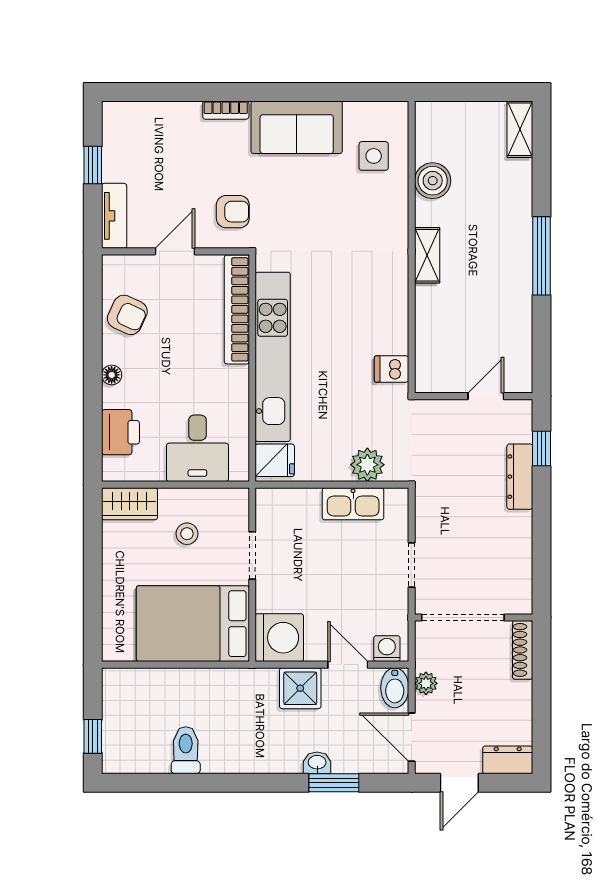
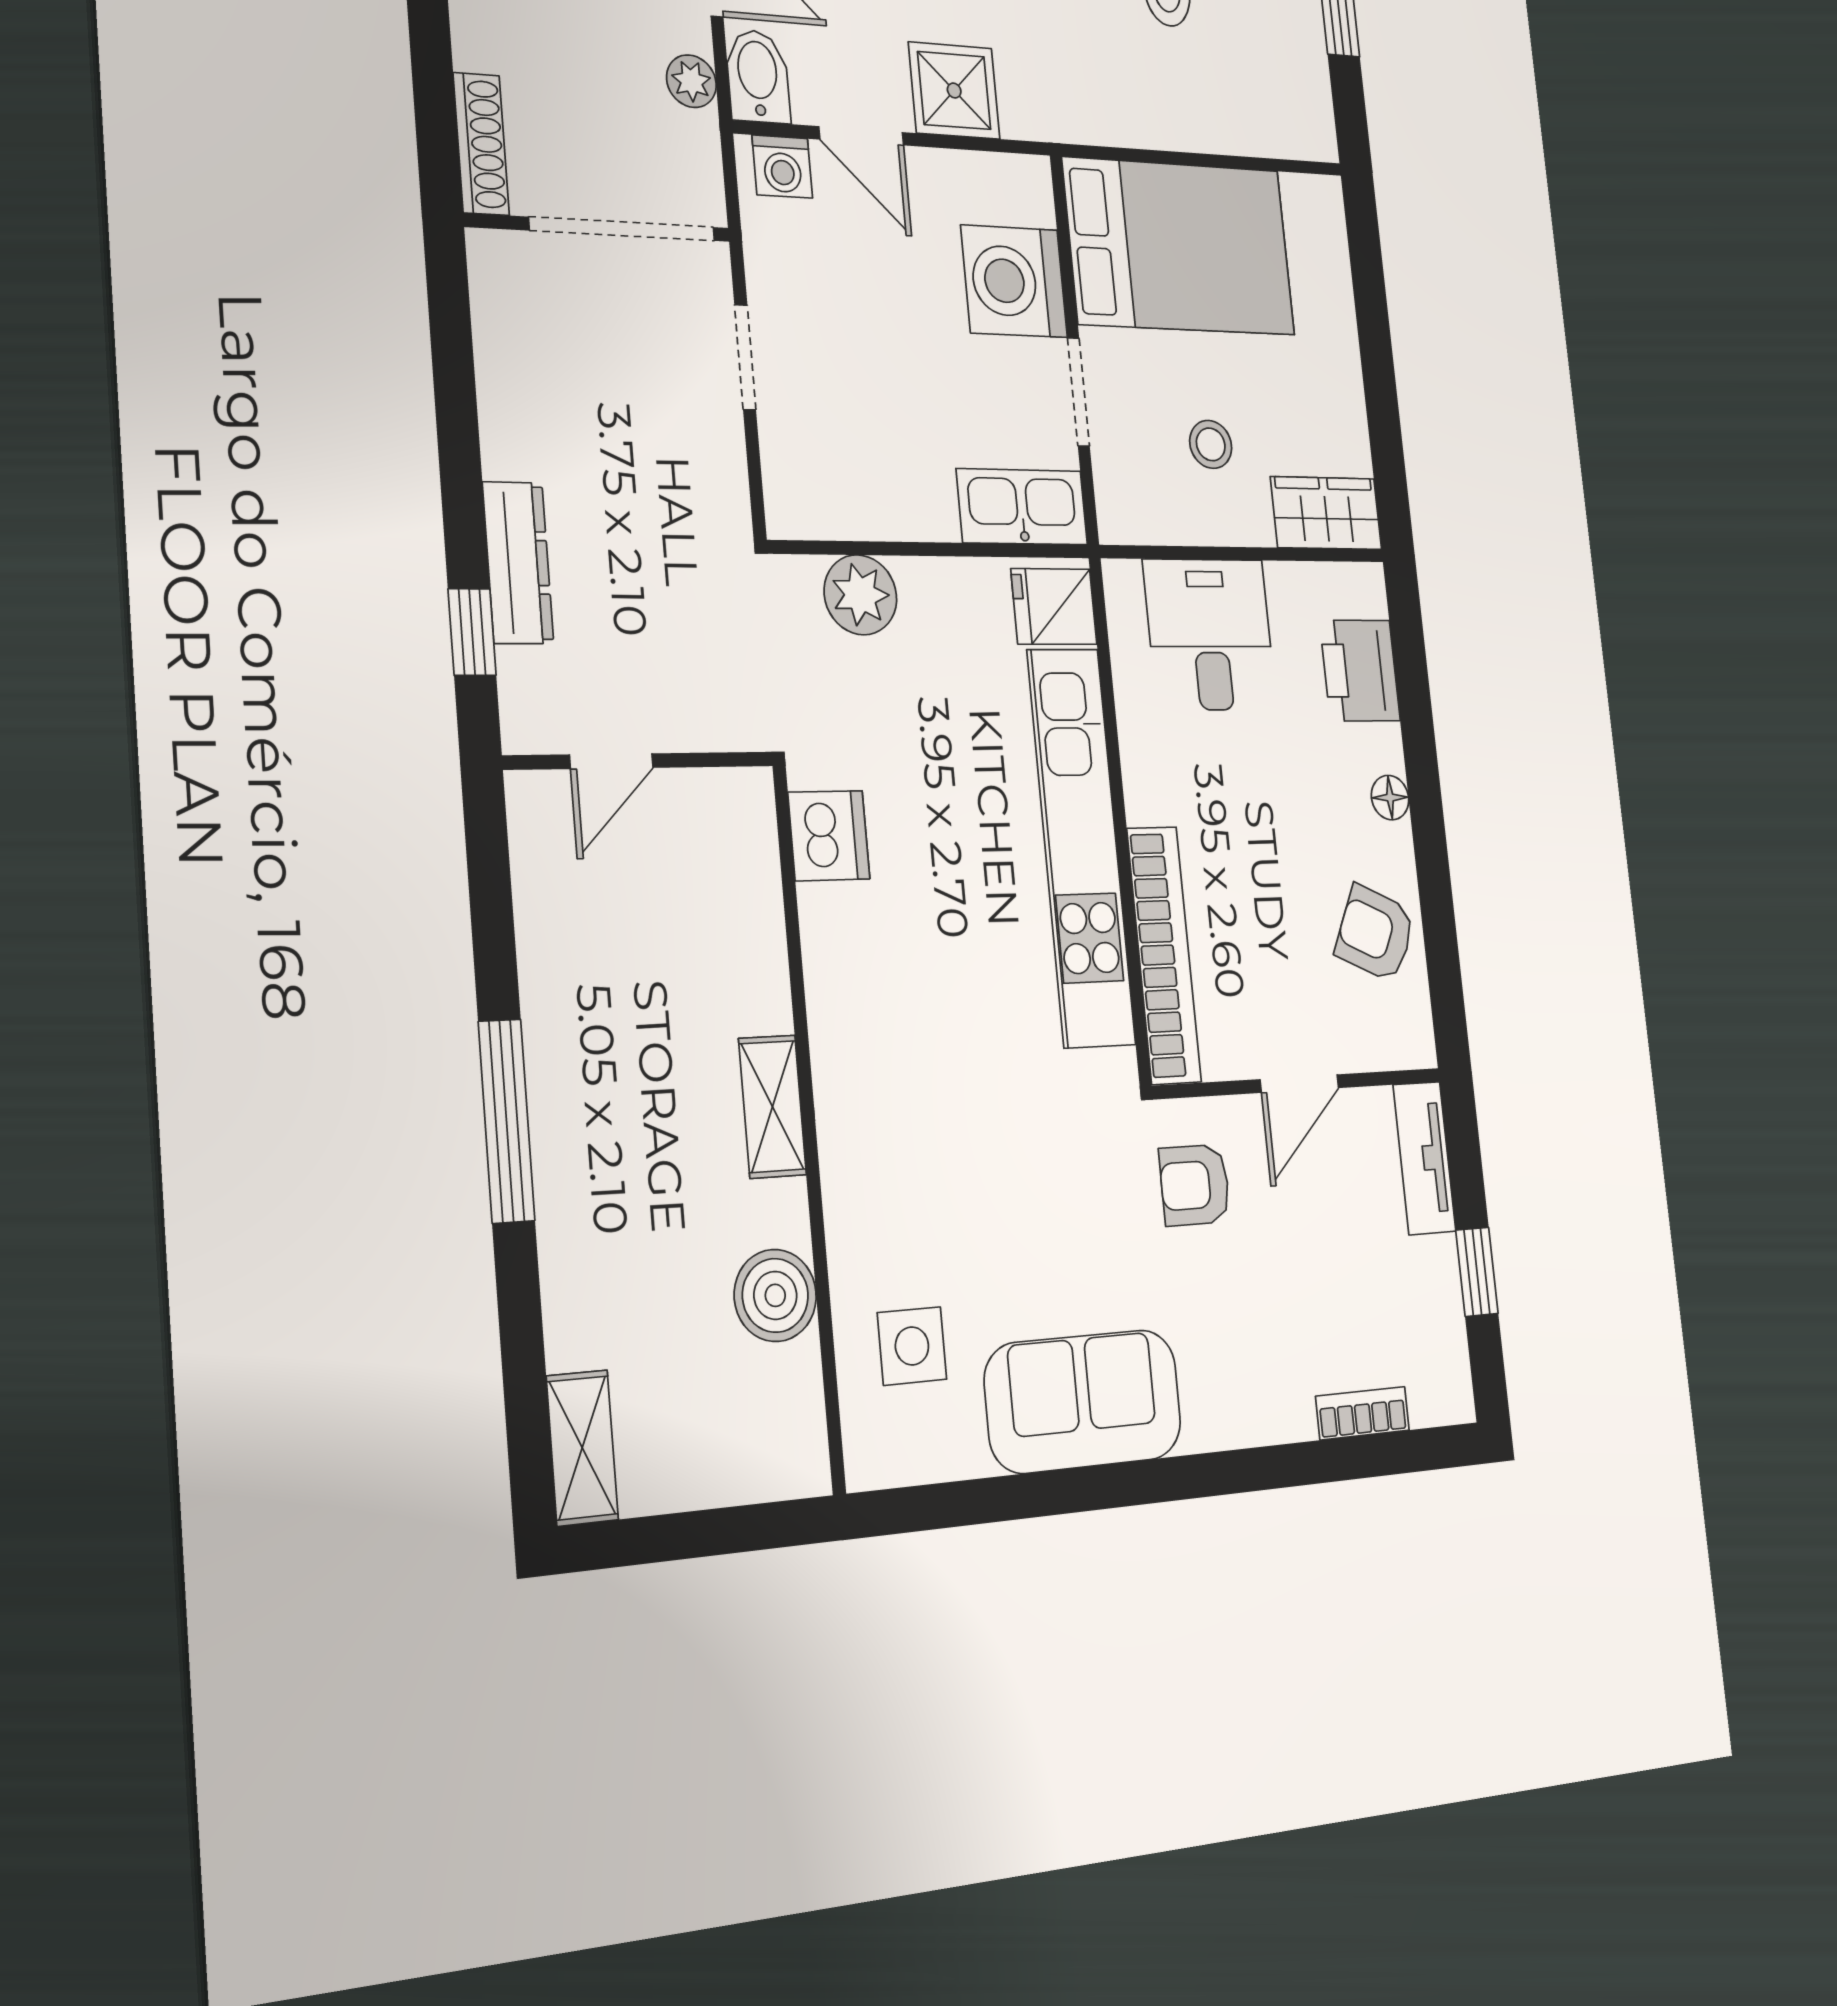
bookcase: (226, 110) -> (1363, 1413), moved
dishwasher: (392, 369) -> (829, 836), width x1.38
kitchen sink: (353, 504) -> (1022, 507), moved
washing machine: (279, 638) -> (1014, 281), moved

